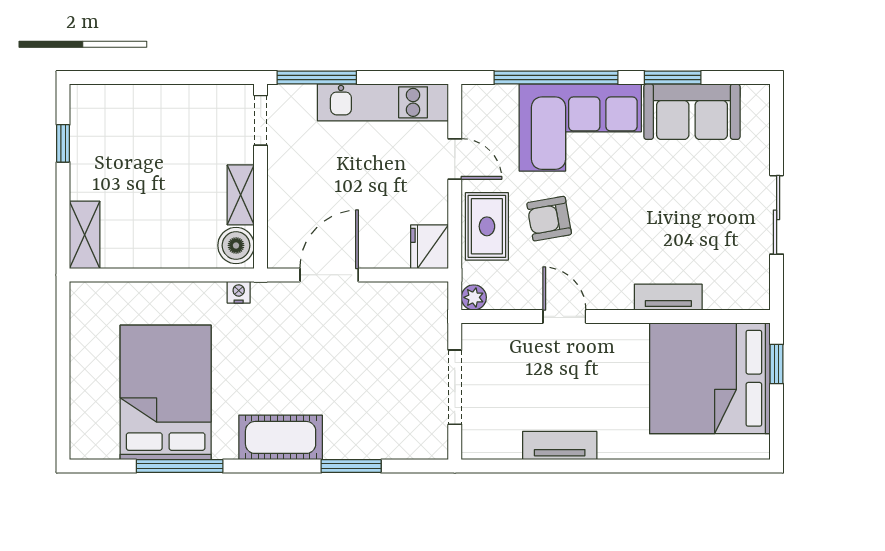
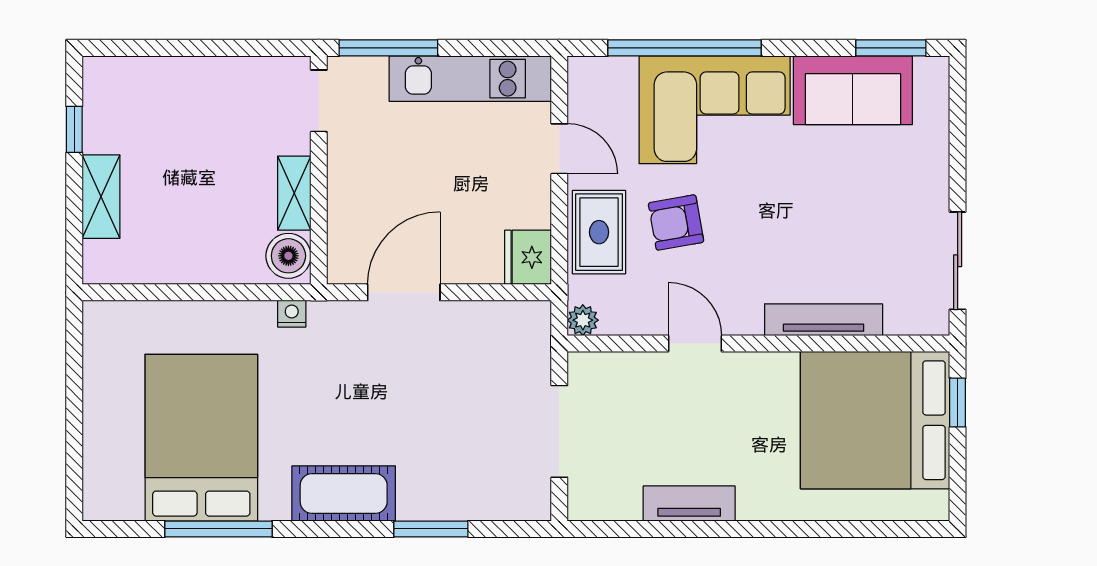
window: (673, 78) -> (891, 48), moved
sliding door: (777, 215) -> (958, 261), moved
shelving: (85, 235) -> (101, 197), moved
tv unit: (668, 297) -> (824, 320), width x1.41

